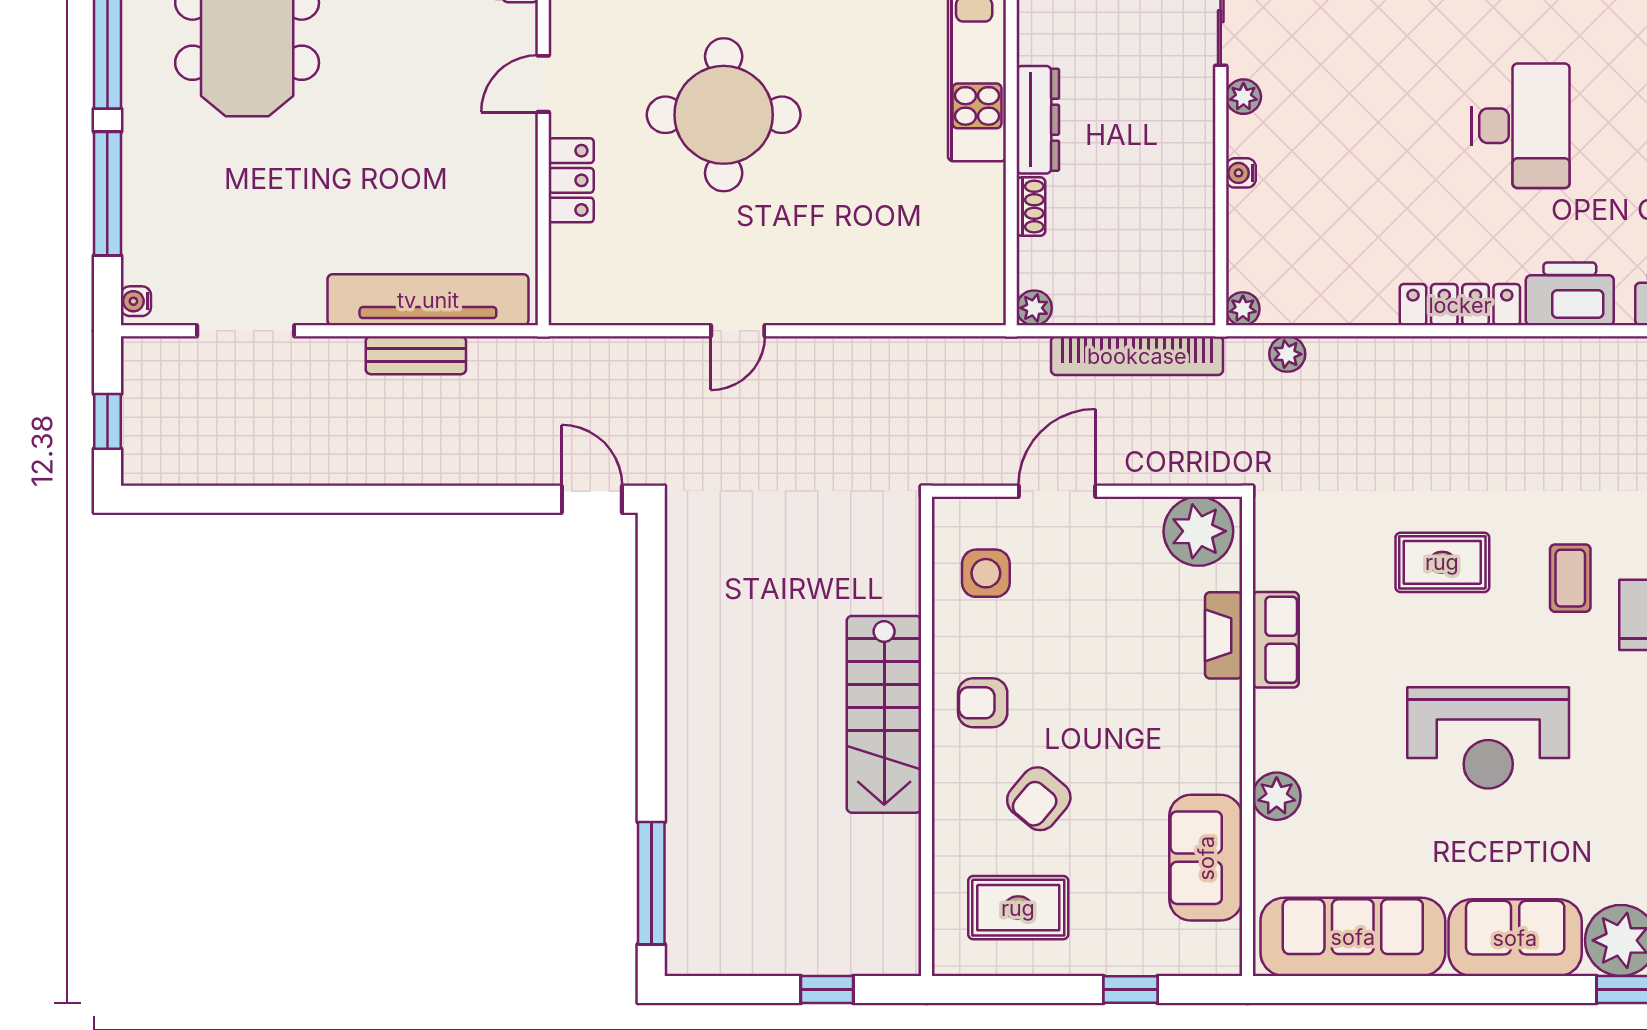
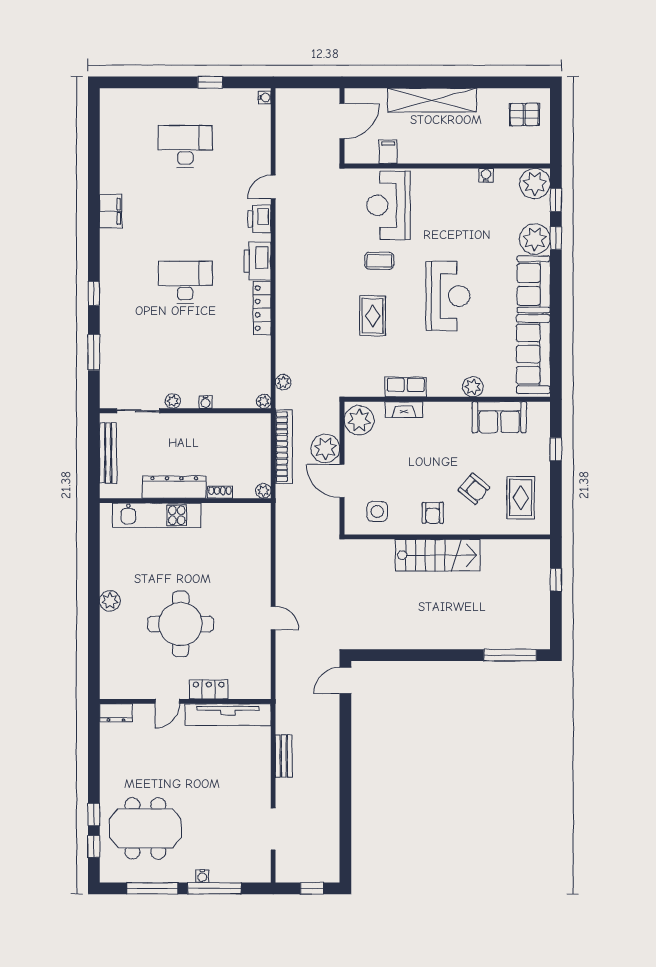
door: (543, 84) -> (167, 701), hinge flipped
dresser: (1038, 120) -> (174, 487), width x1.37, depth x1.24
tv unit: (428, 300) -> (228, 715), moved, turned -90
water cooler: (136, 301) -> (202, 876), moved
plant: (1133, 452) -> (325, 448), added

